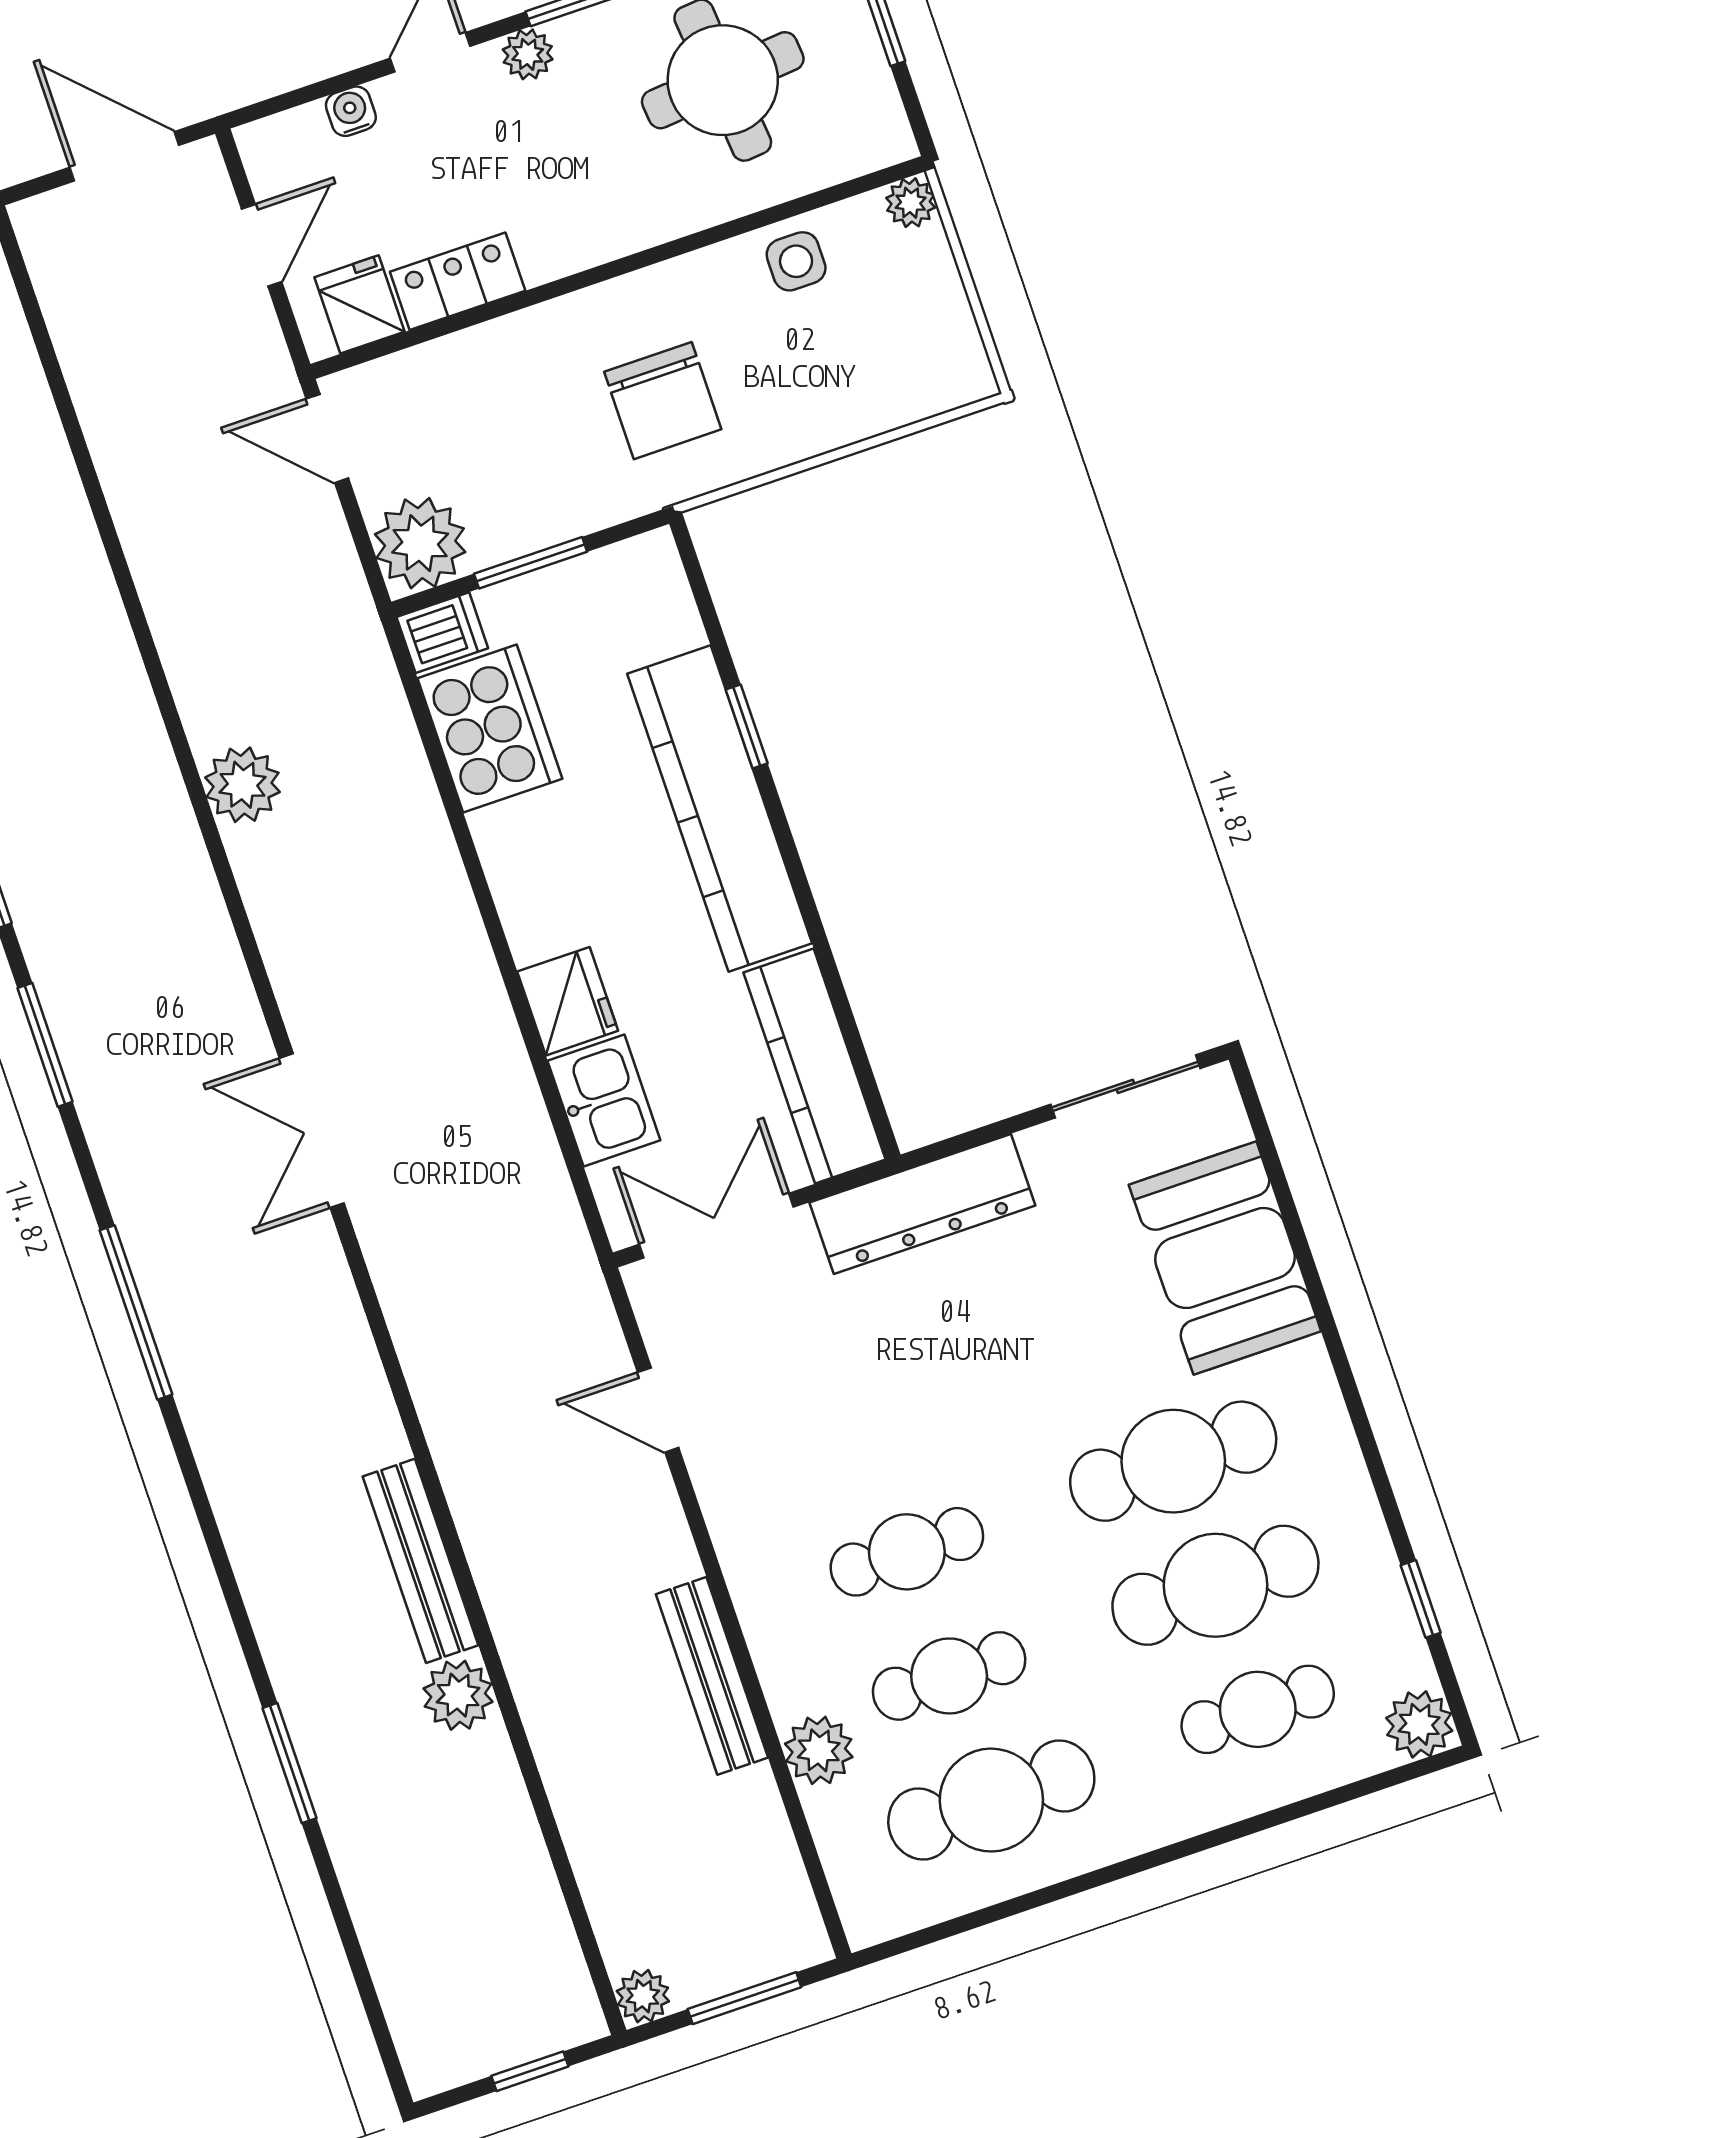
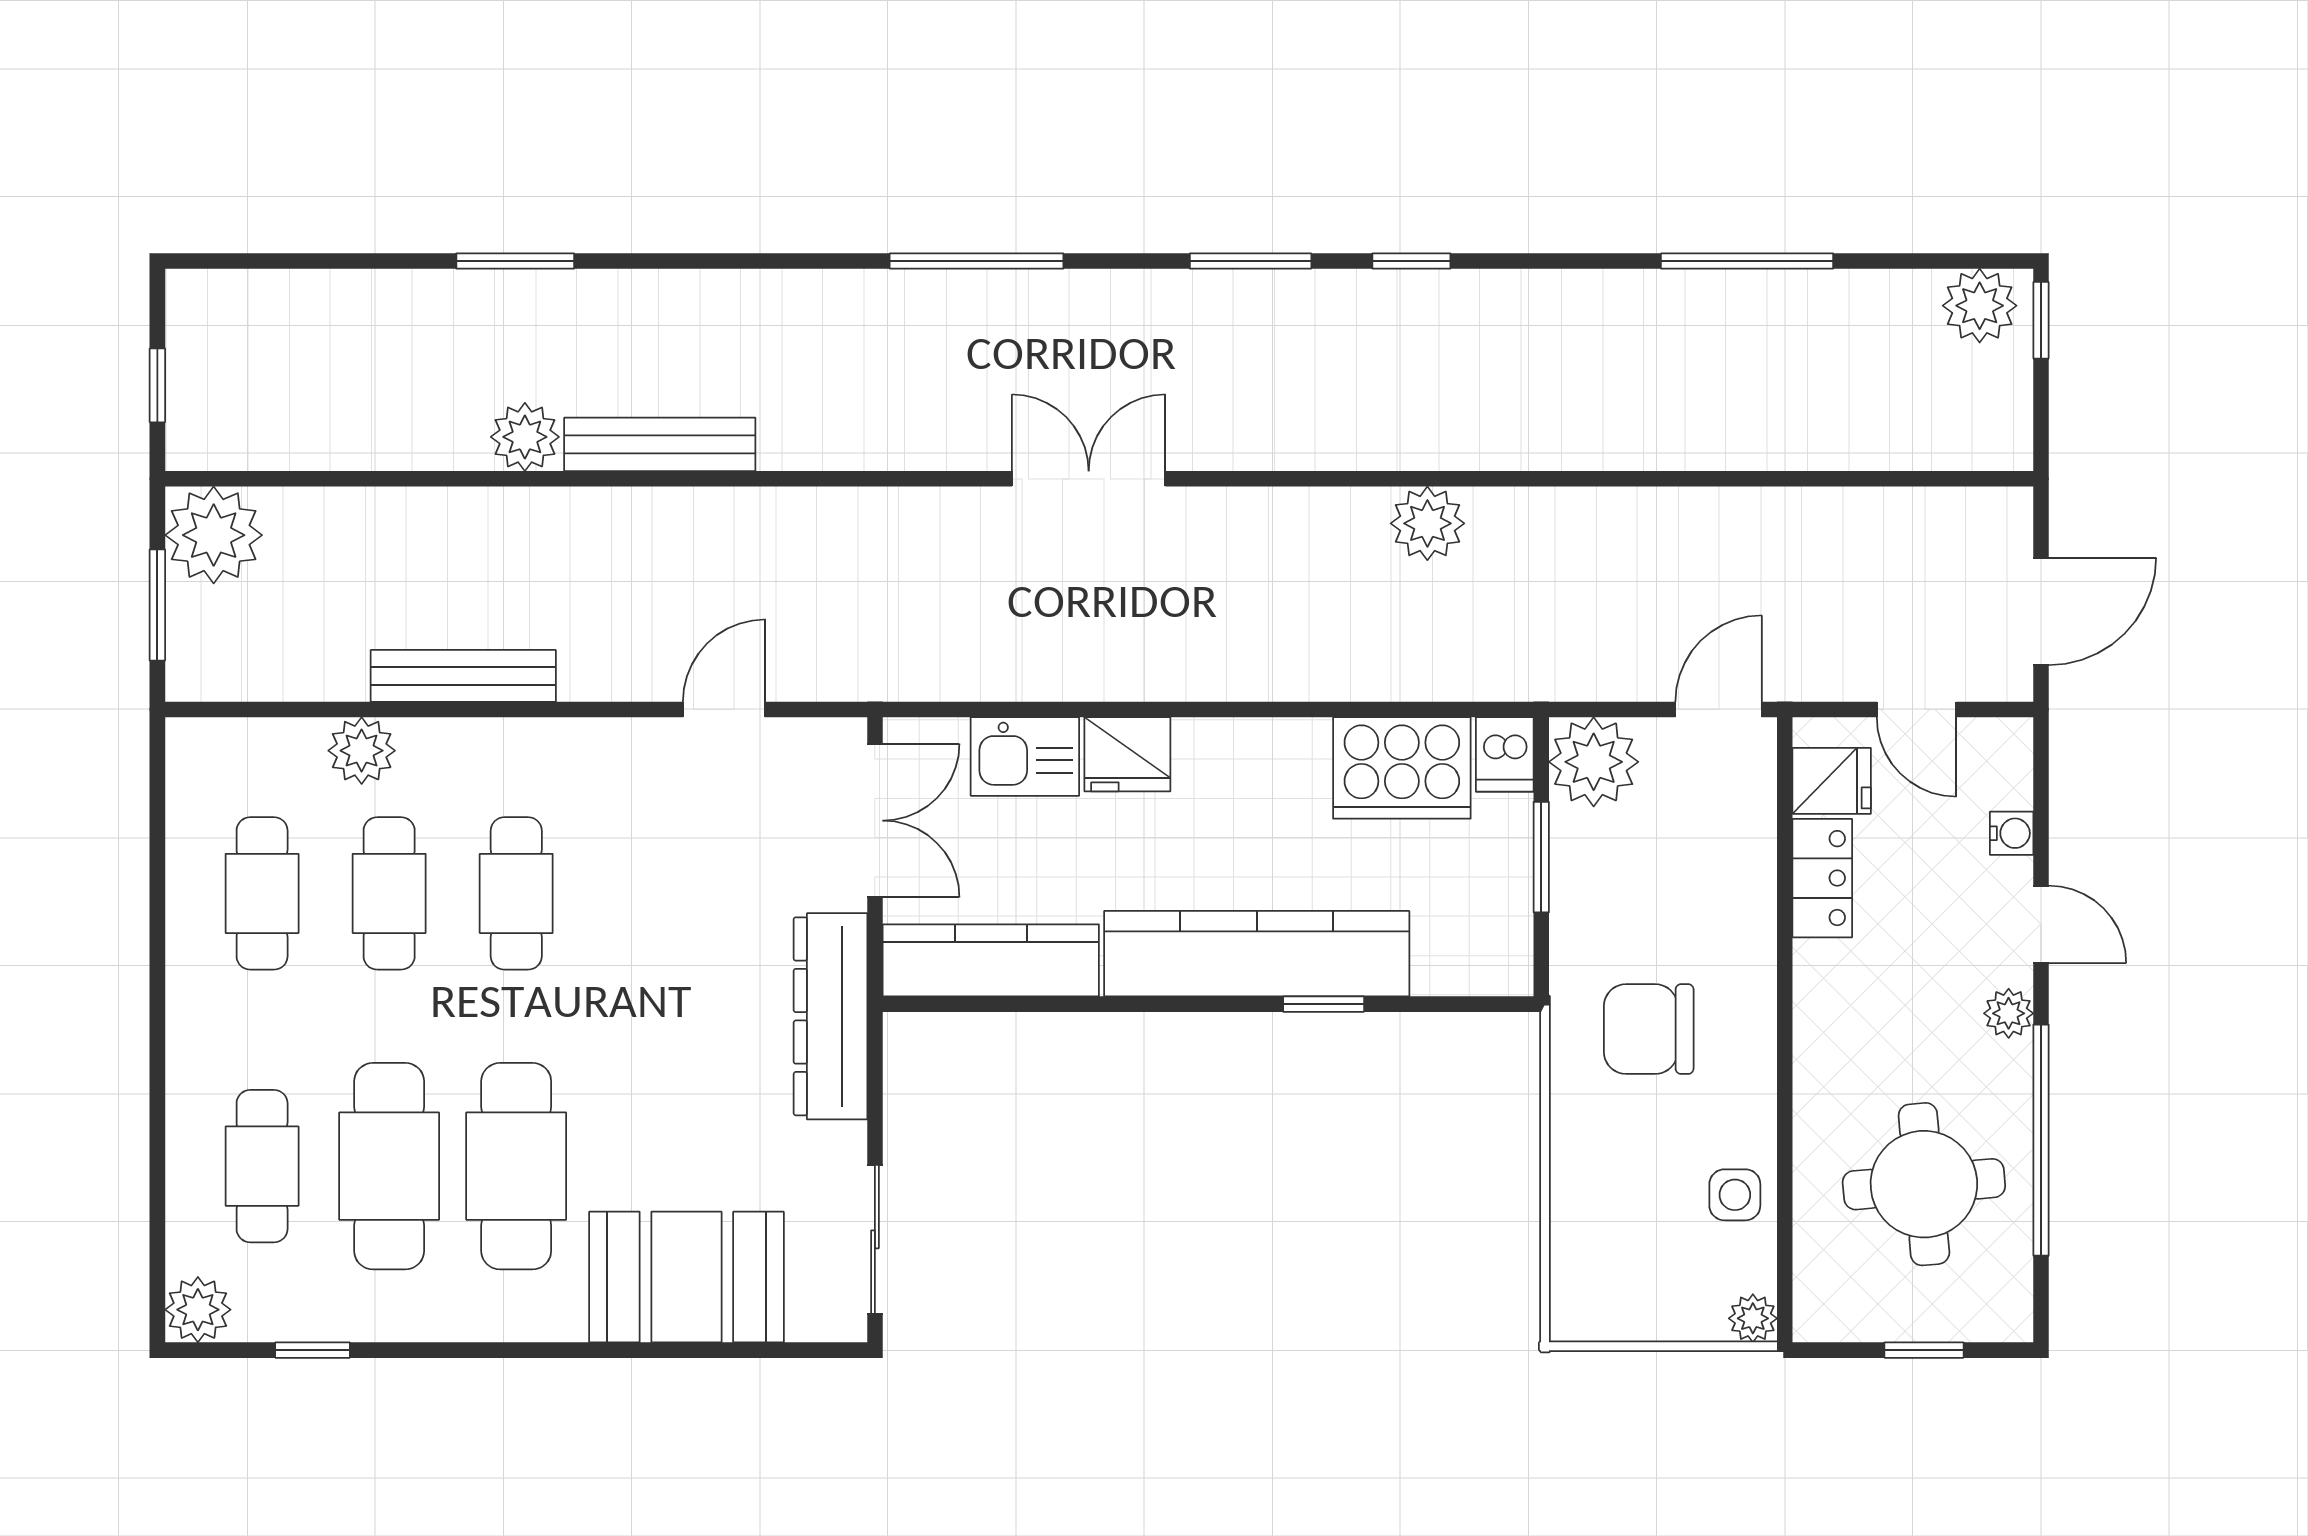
cafe table: (991, 1800) -> (262, 893), width x0.73, depth x0.74
plant: (643, 1996) -> (214, 535), width x1.87, depth x1.87

